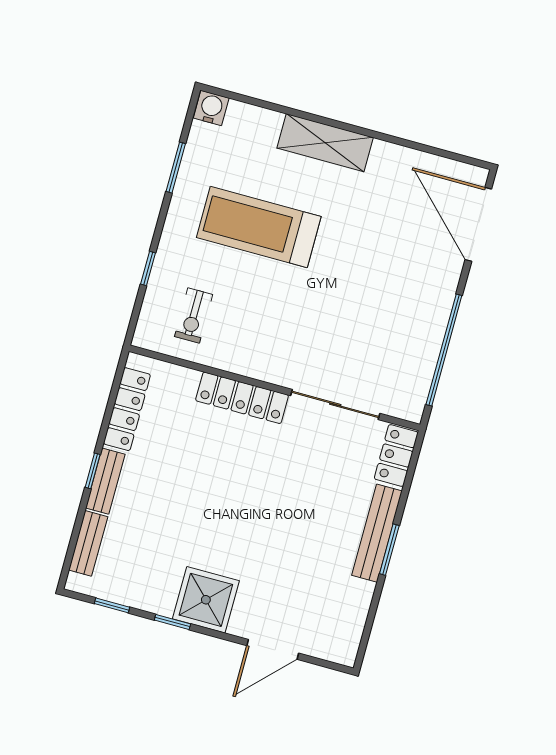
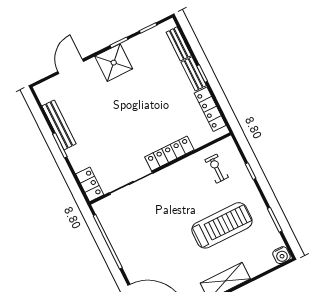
bench: (377, 533) -> (59, 125), moved

